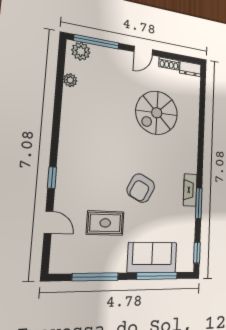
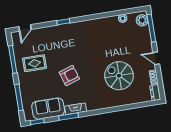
armchair: (141, 188) -> (69, 76), turned 135
door: (48, 222) -> (25, 28), moved
rug: (105, 223) -> (34, 63), moved, turned 90
sofa: (152, 257) -> (48, 109), moved, turned -90

